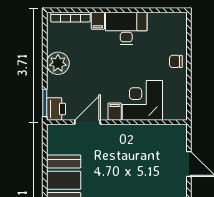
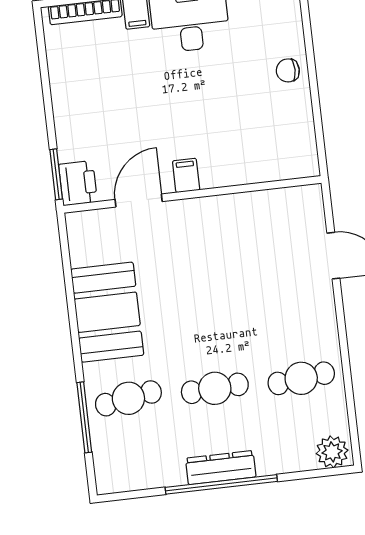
plant: (58, 63) -> (72, 99), removed
corner desk: (142, 100) -> (234, 149), removed

